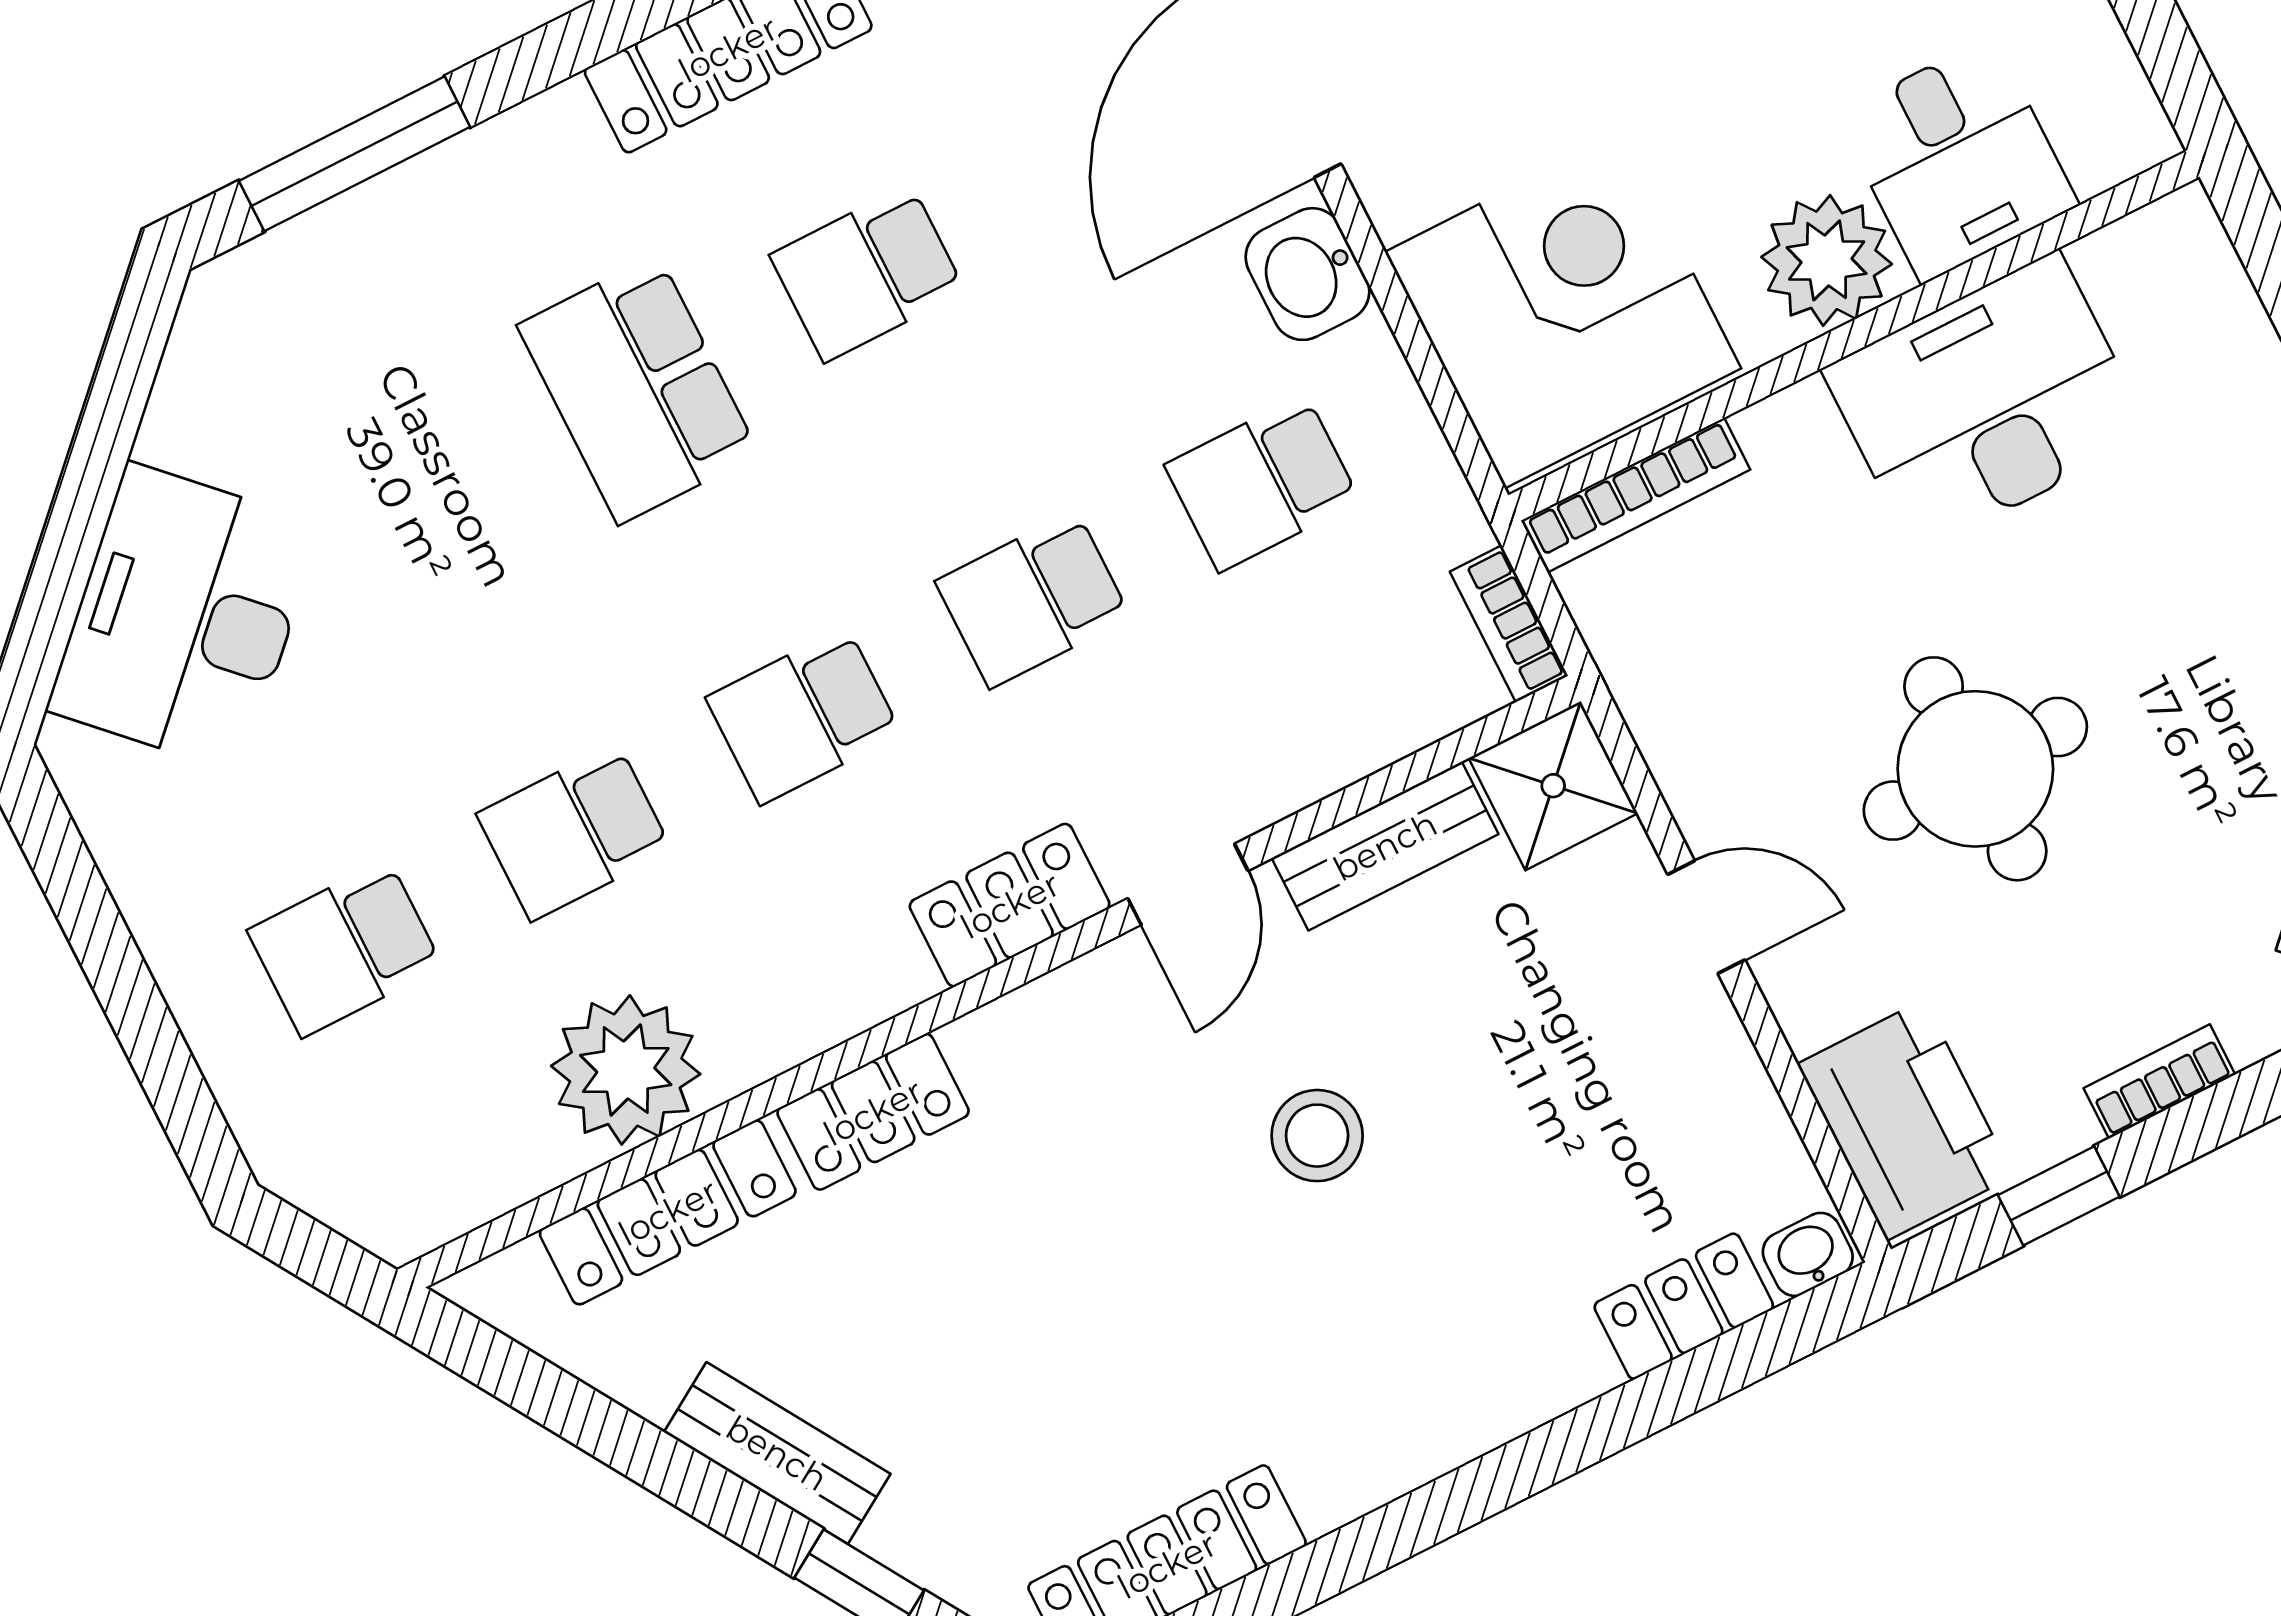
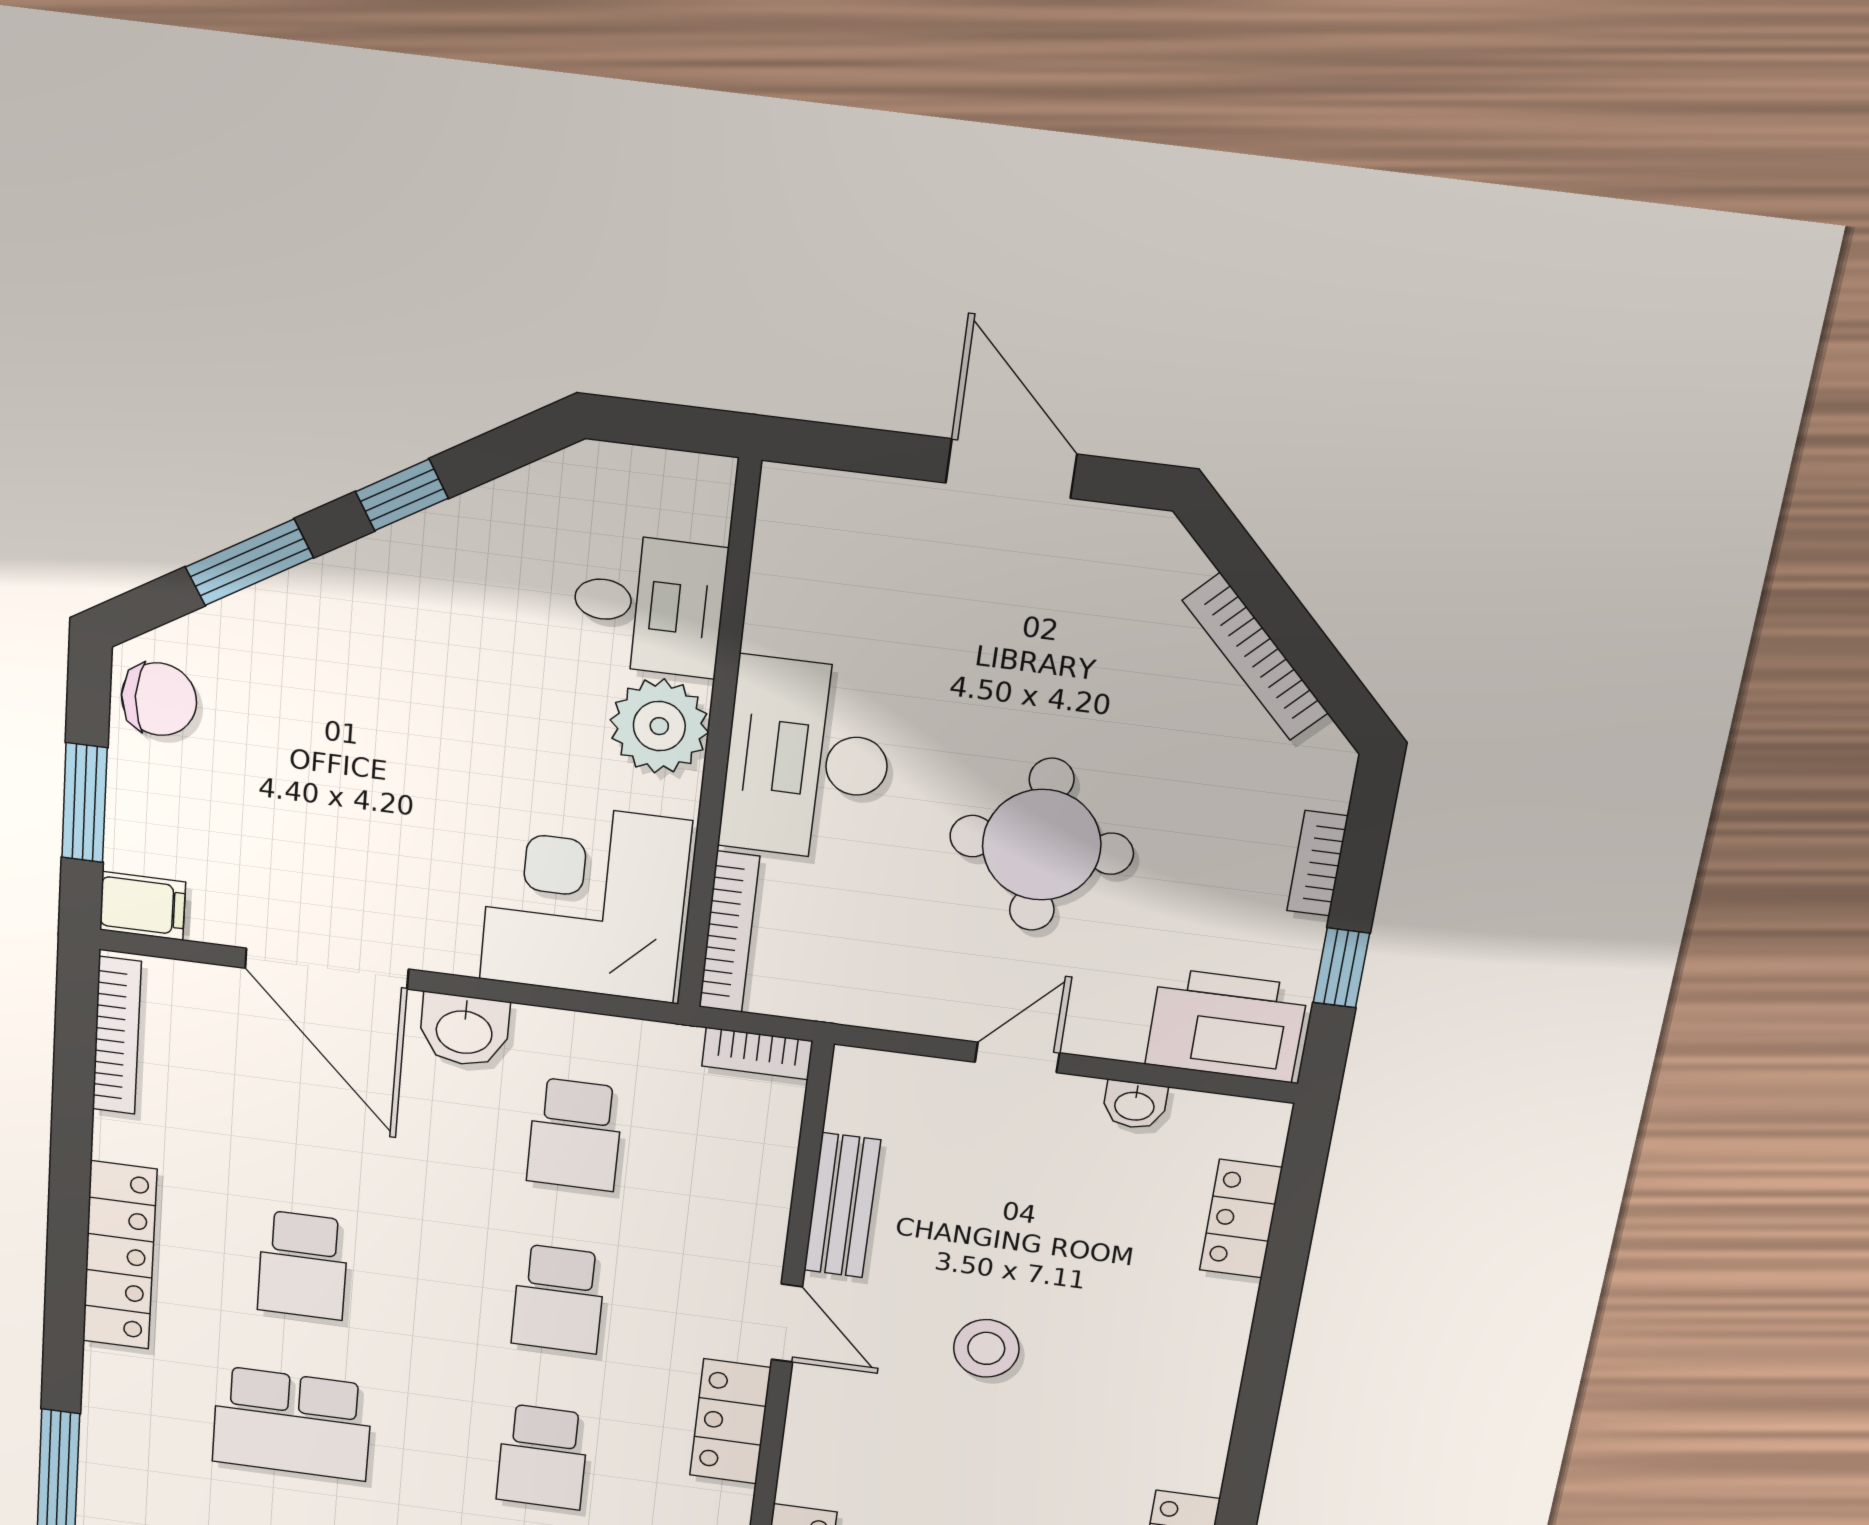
desk: (1987, 402) -> (807, 760), moved
shower: (1553, 786) -> (874, 1091), removed
washbasin: (1808, 1254) -> (1135, 1105), moved, turned -90

